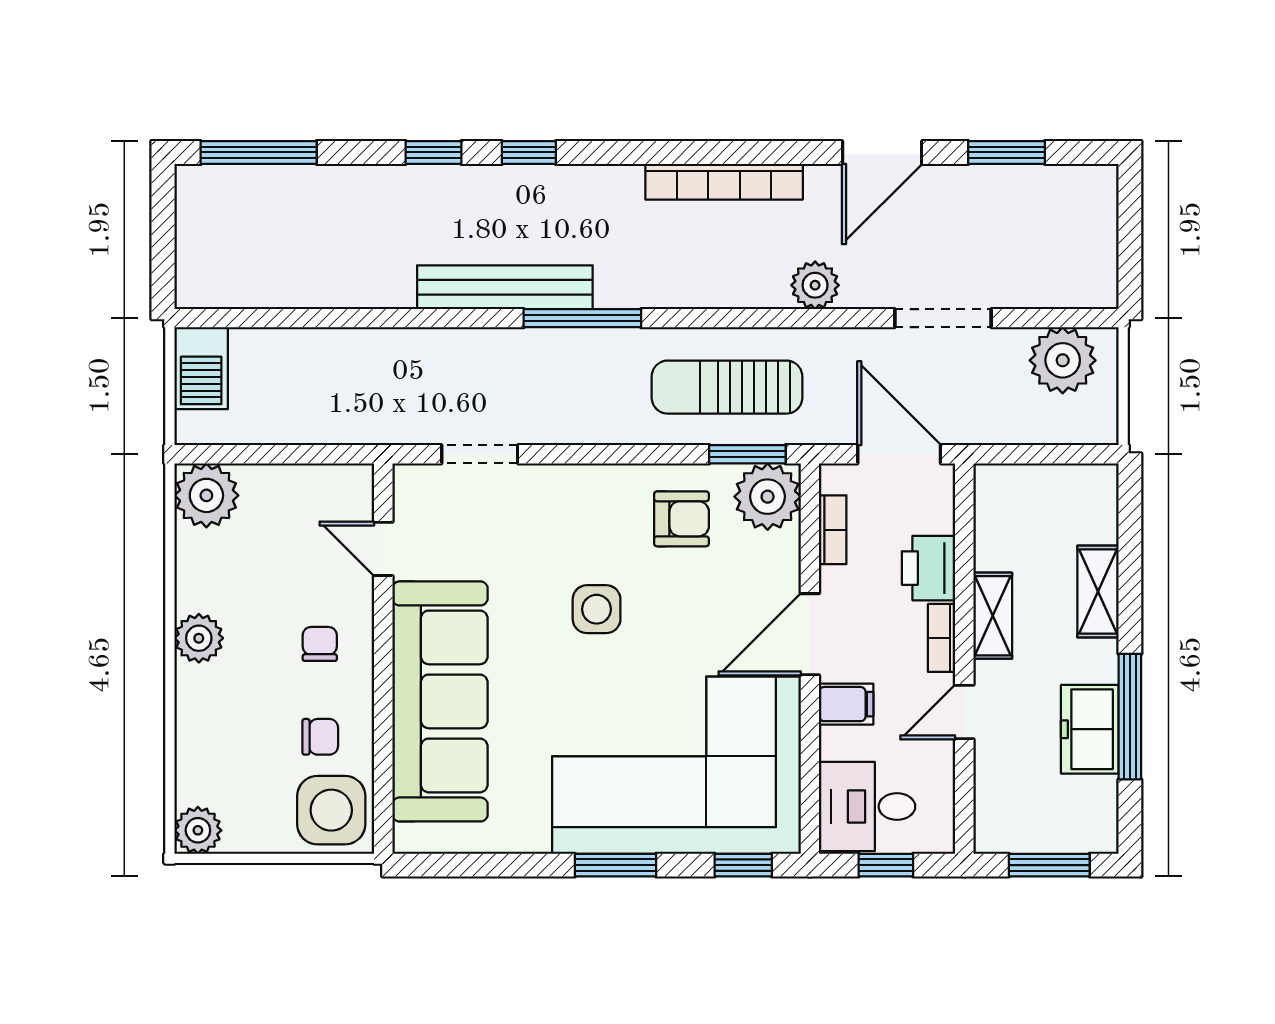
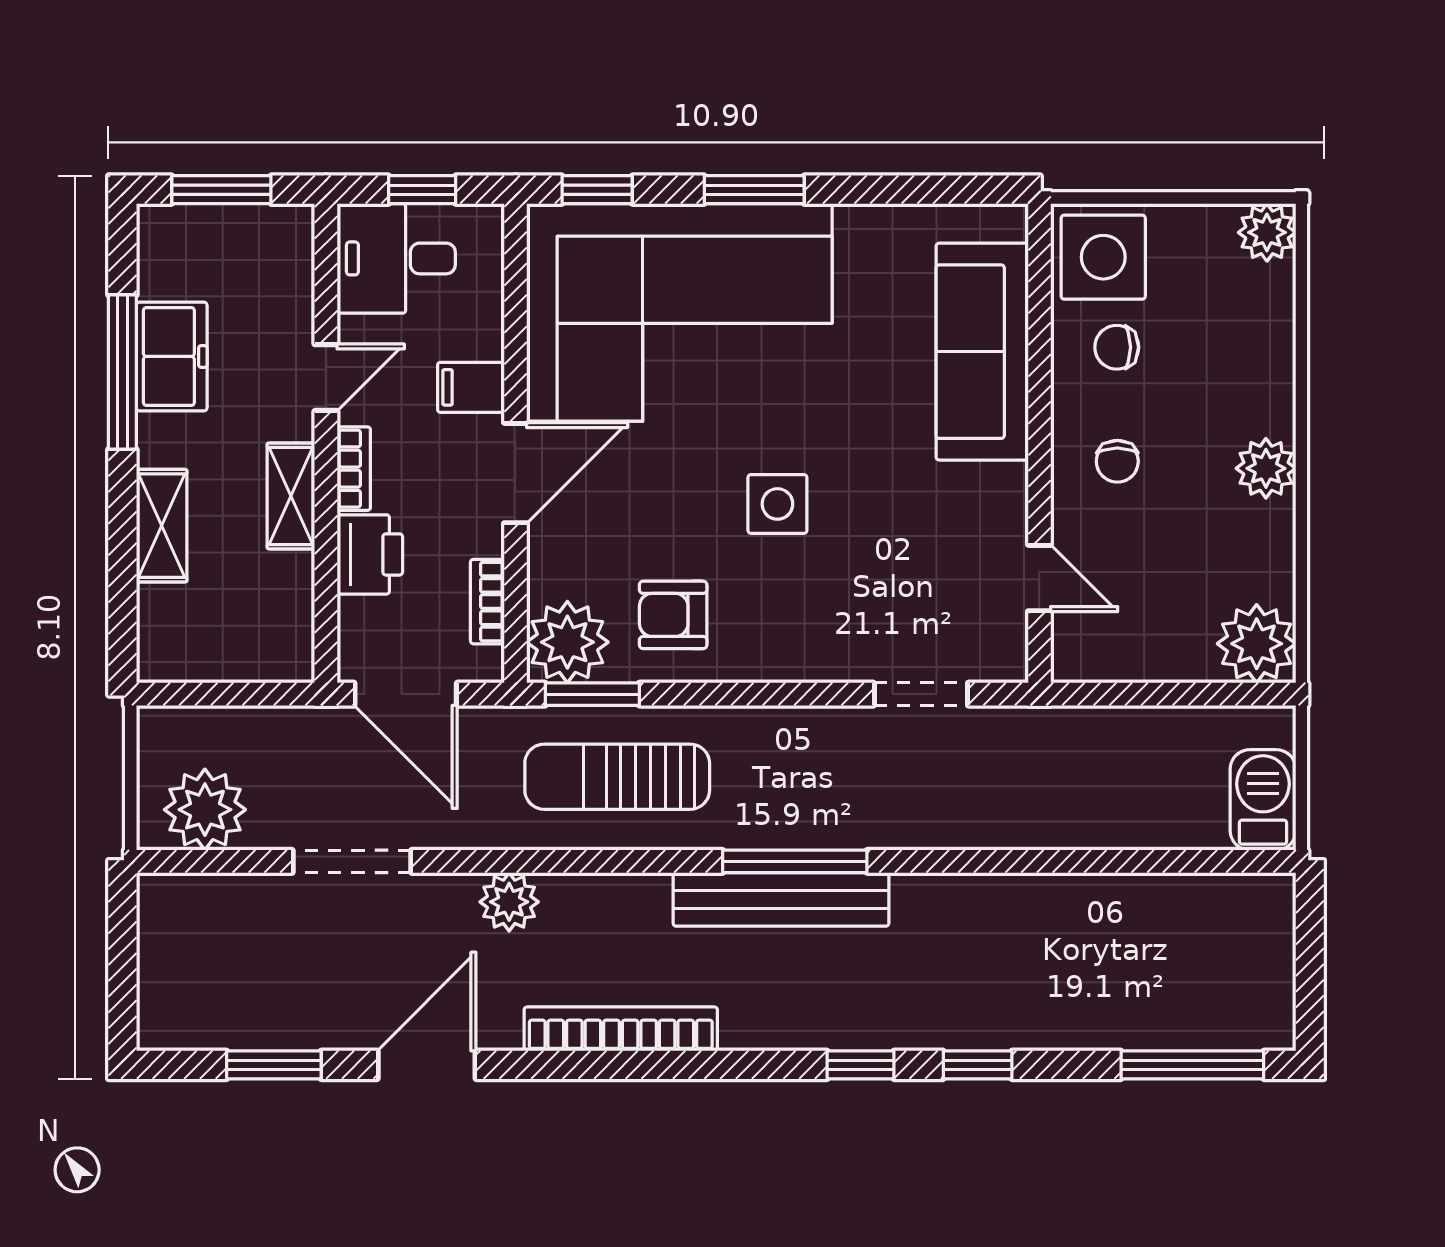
bench: (505, 287) -> (781, 899), moved
sun lounger: (727, 387) -> (617, 777), turned 180
sofa: (440, 701) -> (982, 352), width x0.74, depth x0.79
desk: (867, 806) -> (396, 258), moved, turned 180

